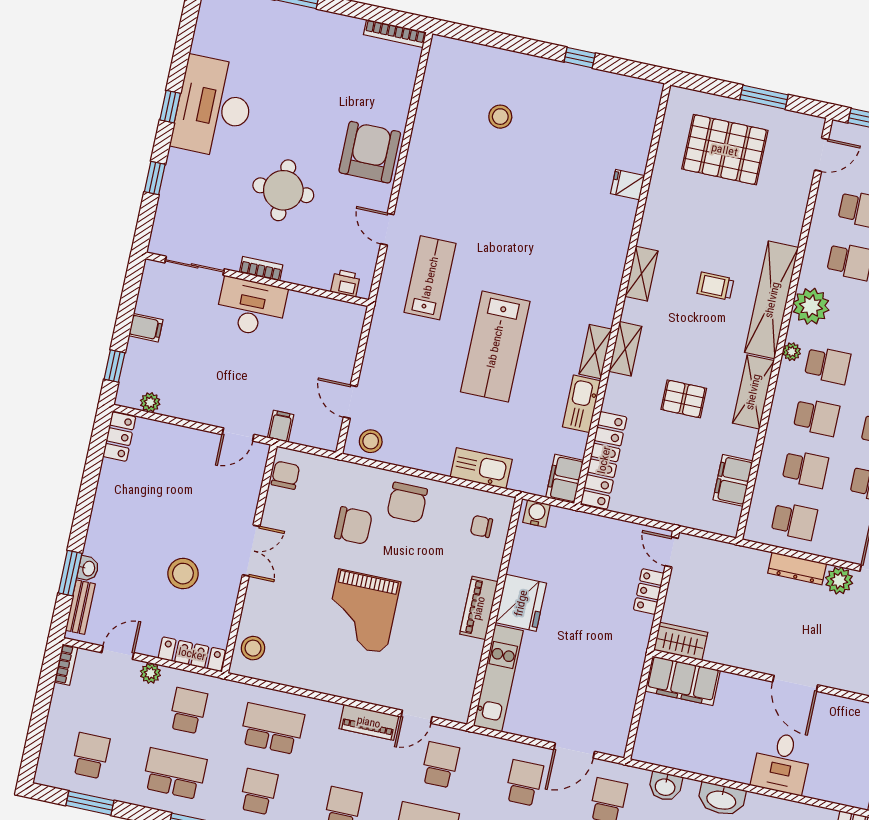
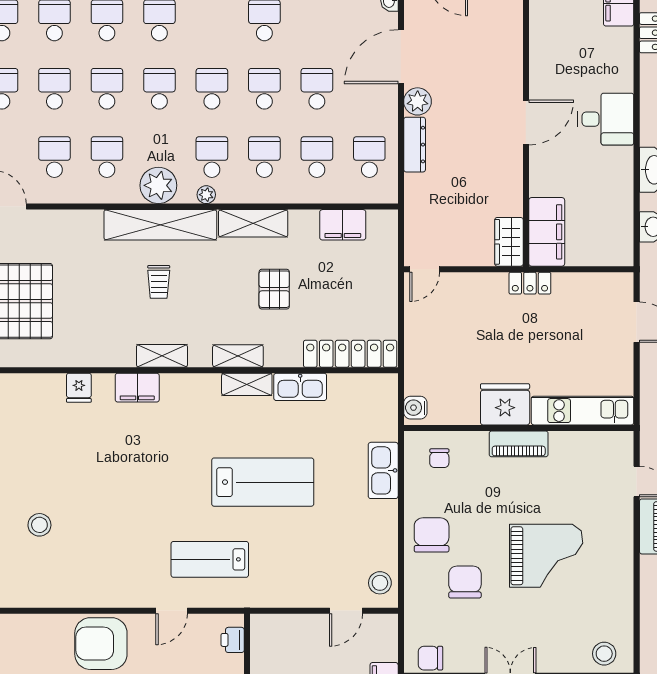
filing cabinet: (565, 479) -> (137, 388), moved
chair: (407, 502) -> (432, 535), turned -90
locker: (649, 591) -> (530, 283), moved

